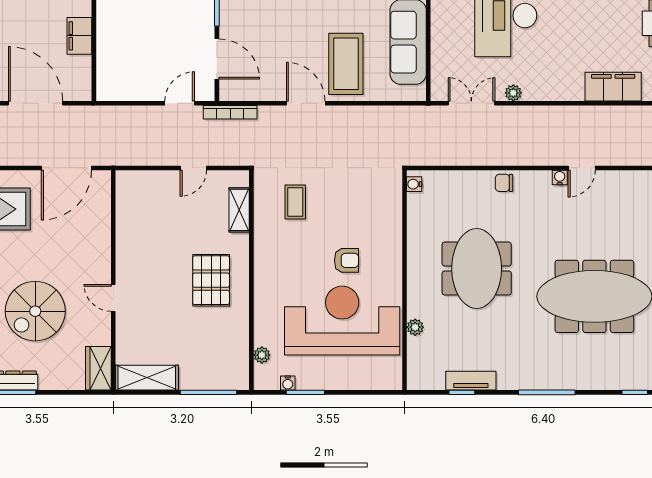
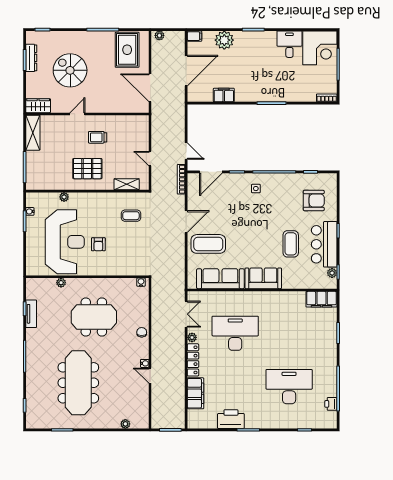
locker: (553, 91) -> (193, 360), added
trolley: (155, 262) -> (98, 137), added
plant: (262, 355) -> (64, 197), moved

